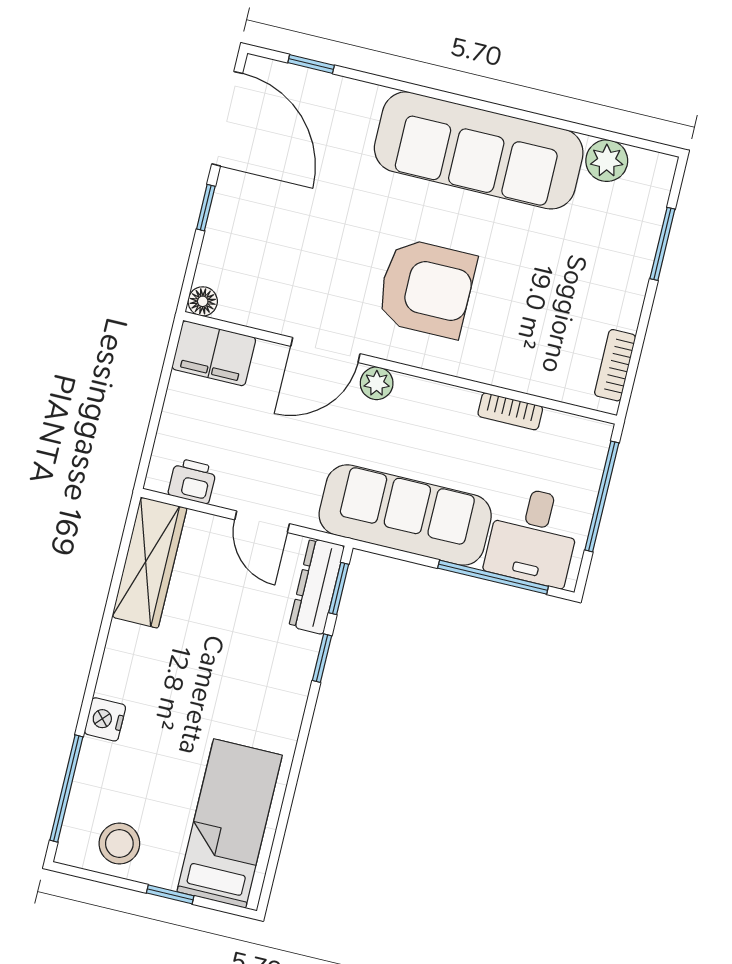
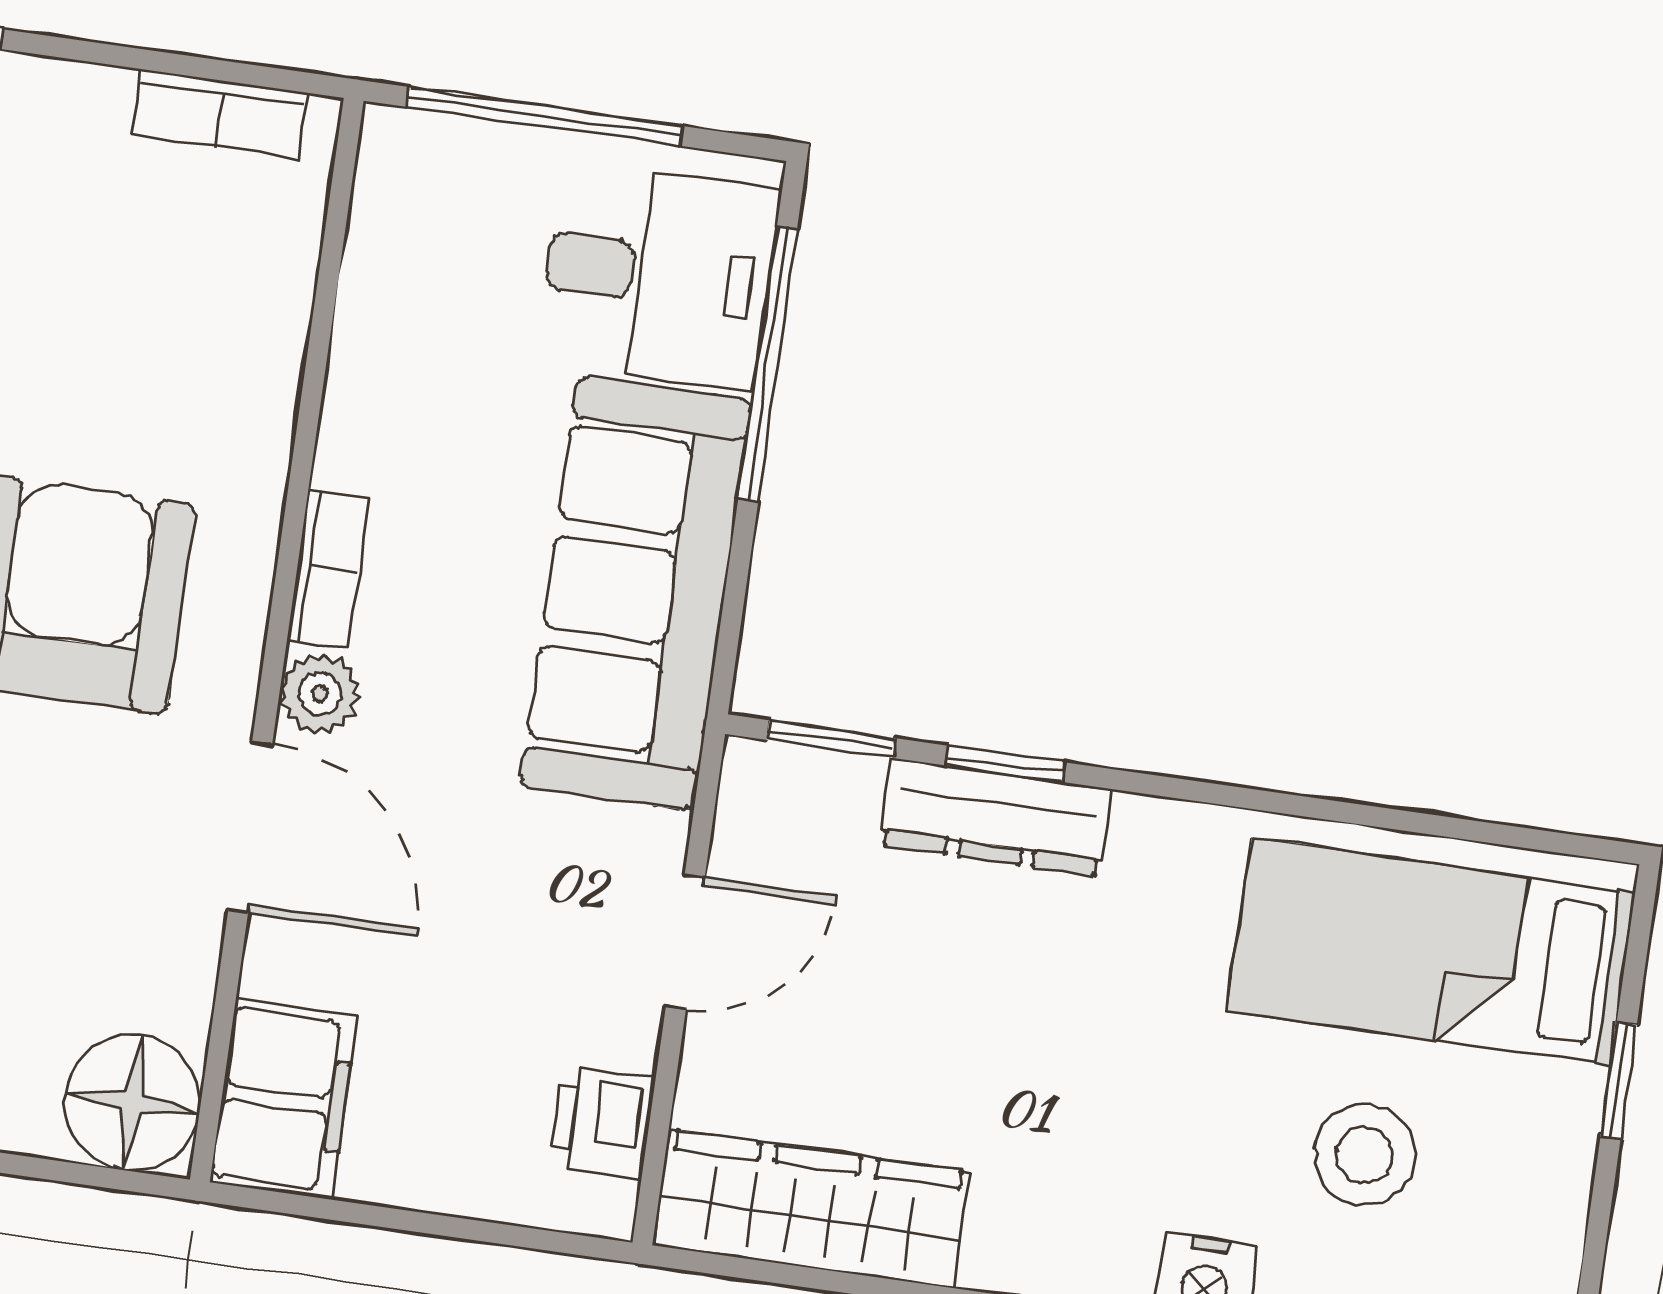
floor lamp: (203, 301) -> (133, 1102), width x1.89, depth x1.89
bookcase: (510, 411) -> (328, 569), moved
dresser: (317, 586) -> (995, 817), moved
stool: (119, 843) -> (1364, 1155), moved

